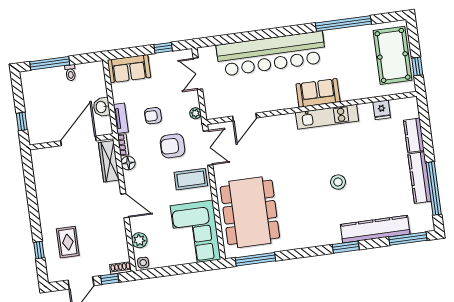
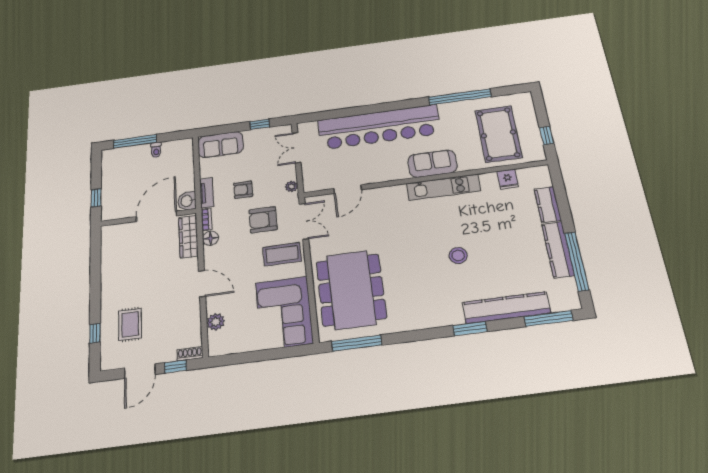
pool table: (392, 55) -> (498, 134), moved
washbasin: (102, 107) -> (187, 201), moved
side table: (143, 263) -> (218, 347), removed

